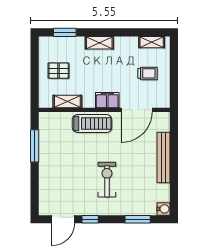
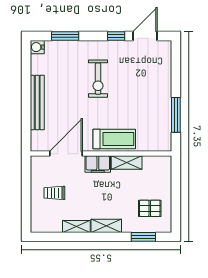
shelving: (152, 42) -> (76, 226), moved
pallet: (59, 71) -> (150, 208), moved
shelving: (67, 102) -> (127, 163), moved
treadmill: (92, 124) -> (114, 139), turned 180

